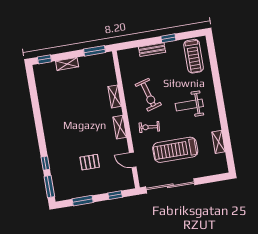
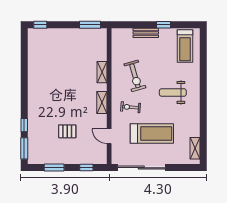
shelving: (67, 64) -> (61, 33), removed
shelving: (218, 142) -> (195, 148), moved
treadmill: (175, 150) -> (152, 134), turned 180

